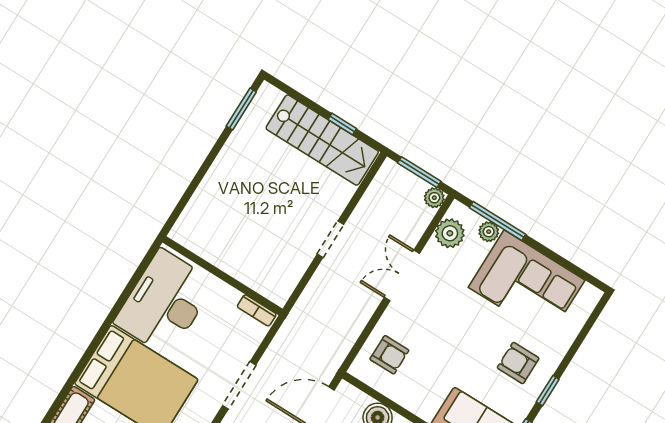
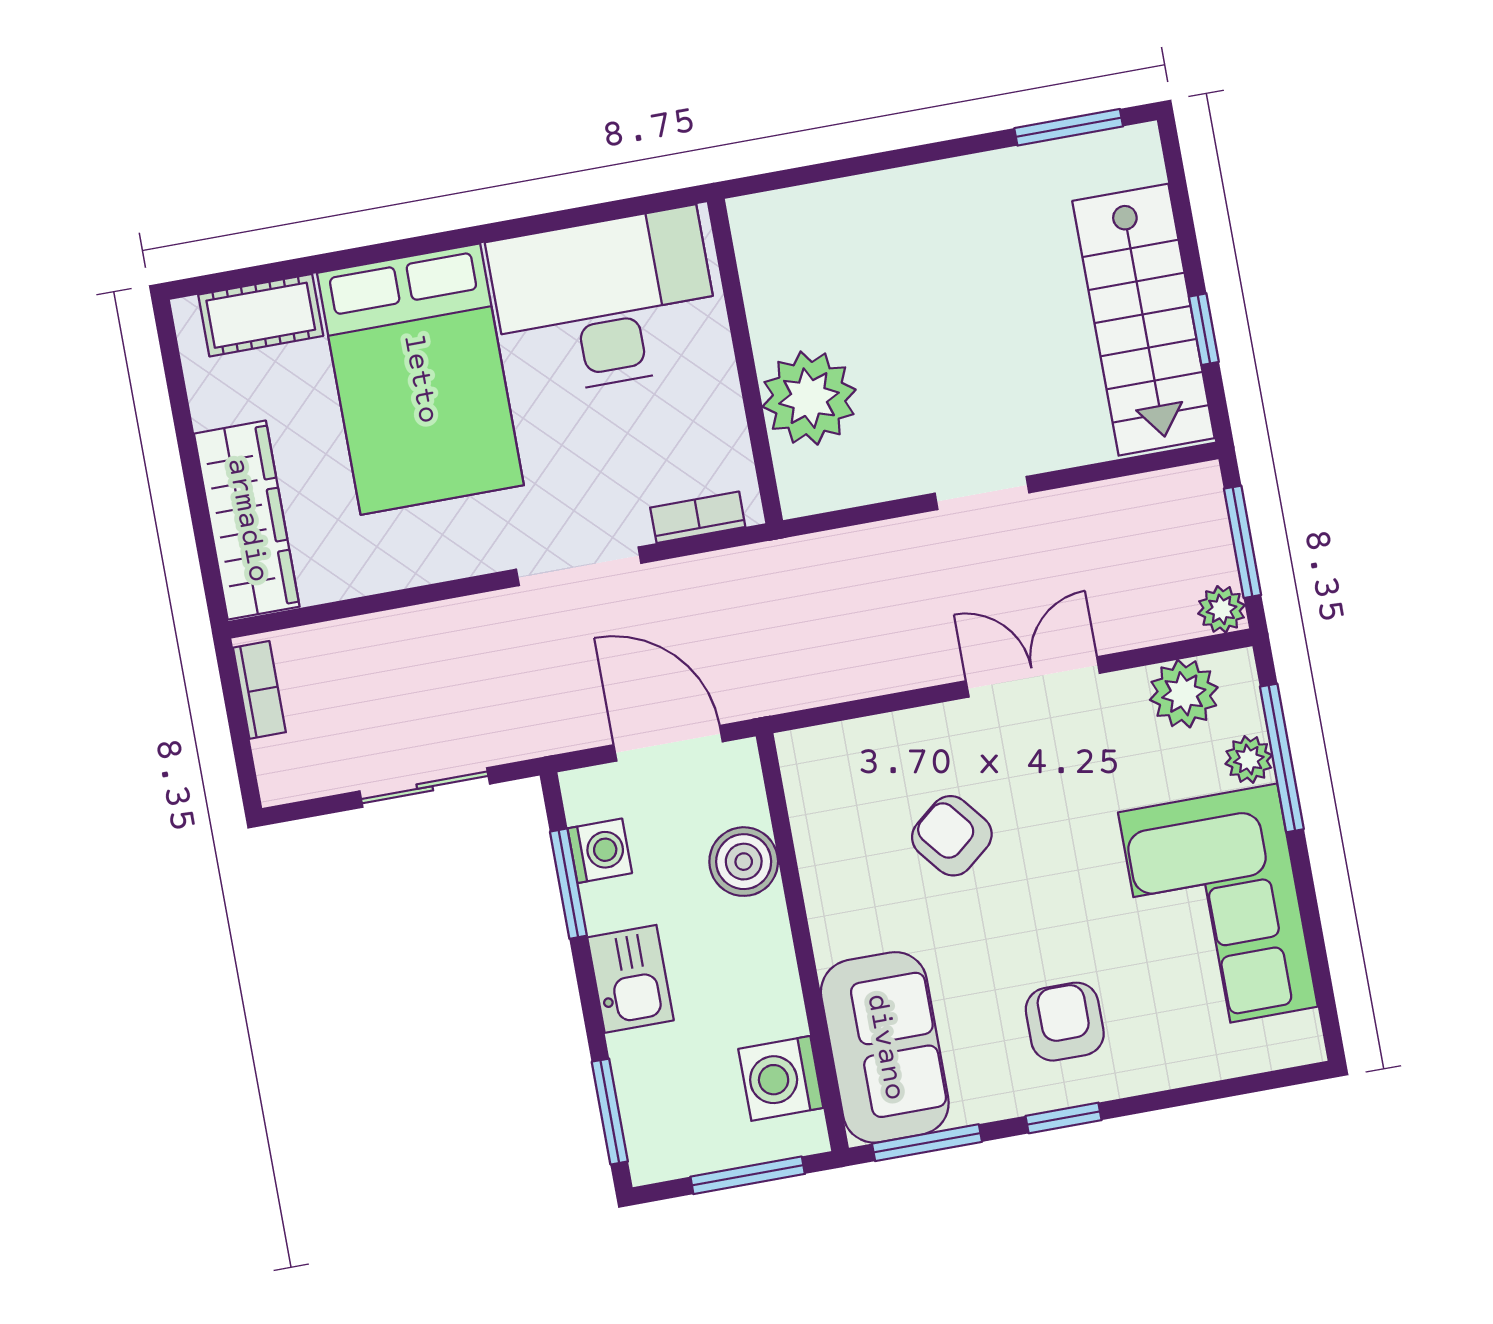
plant: (252, 266) -> (809, 398), added
bookcase: (257, 310) -> (698, 517), moved, turned 90
armchair: (389, 355) -> (952, 836), moved, turned 141

